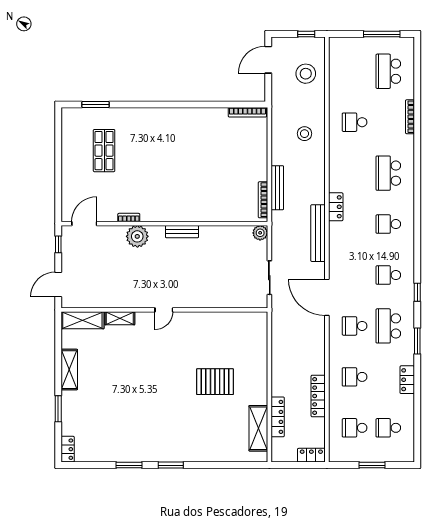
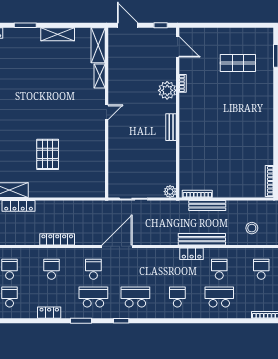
school desk: (355, 173) -> (219, 269), added
bench: (318, 233) -> (202, 239), moved
school desk: (388, 275) -> (135, 297), width x1.85
door: (164, 310) -> (107, 112), swing flipped
locker: (318, 396) -> (57, 239), moved

